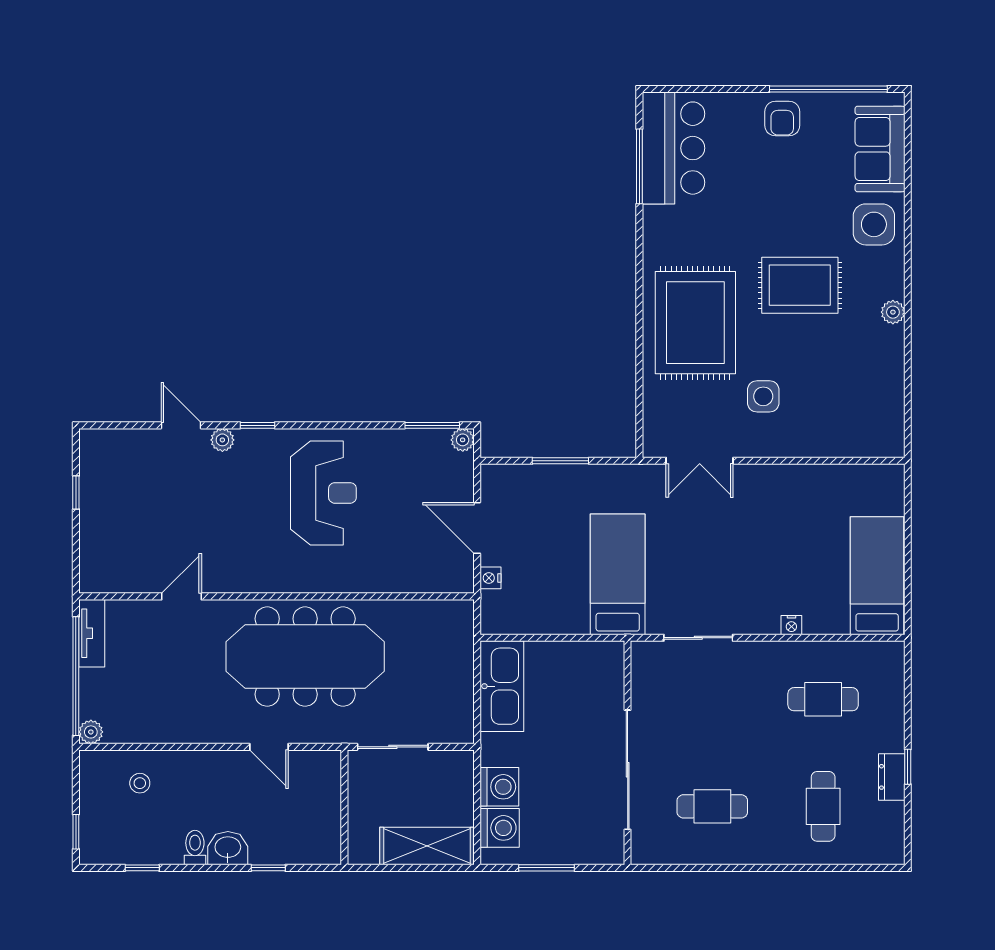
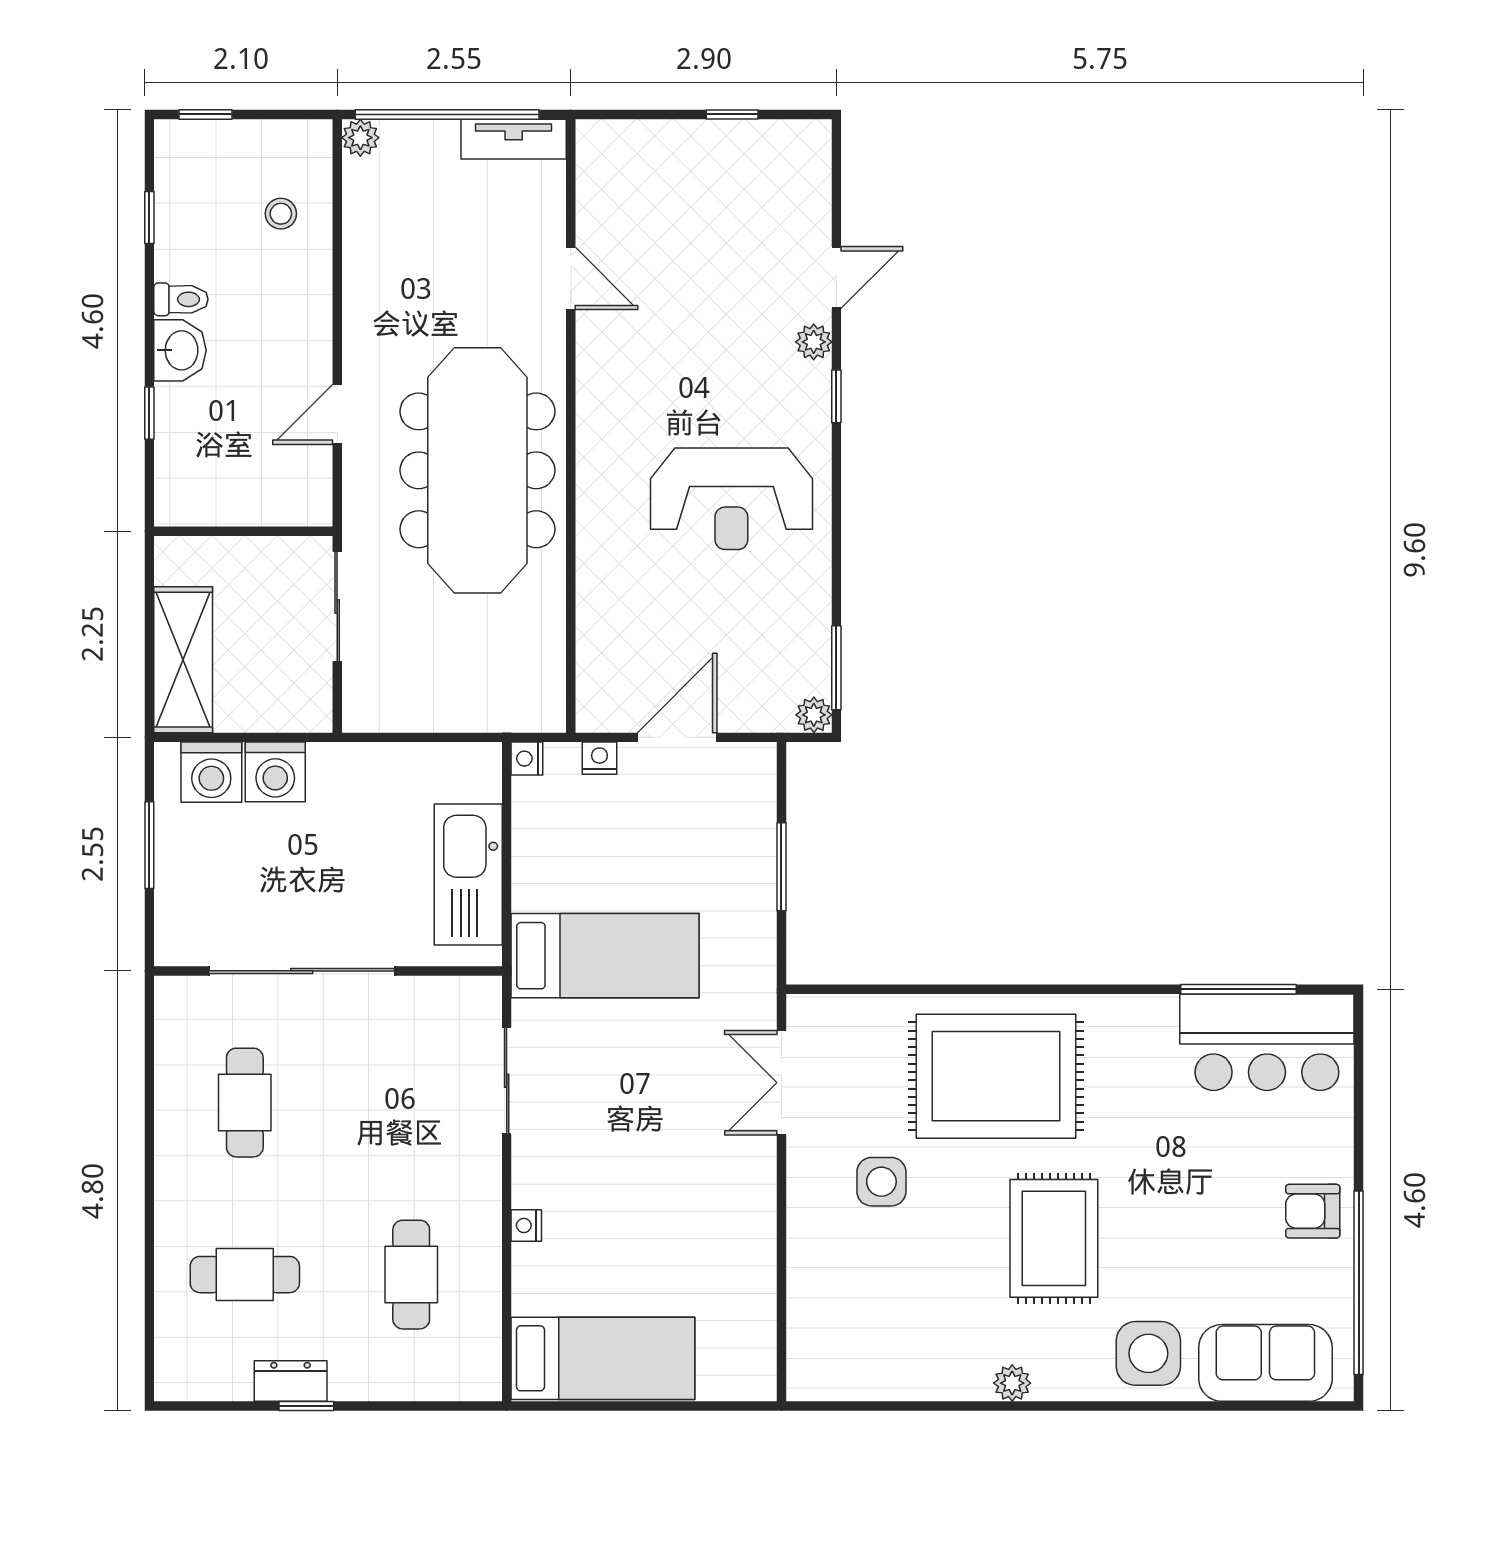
nightstand: (491, 625) -> (527, 759), added
kitchen sink: (502, 686) -> (468, 874), moved, turned 90

